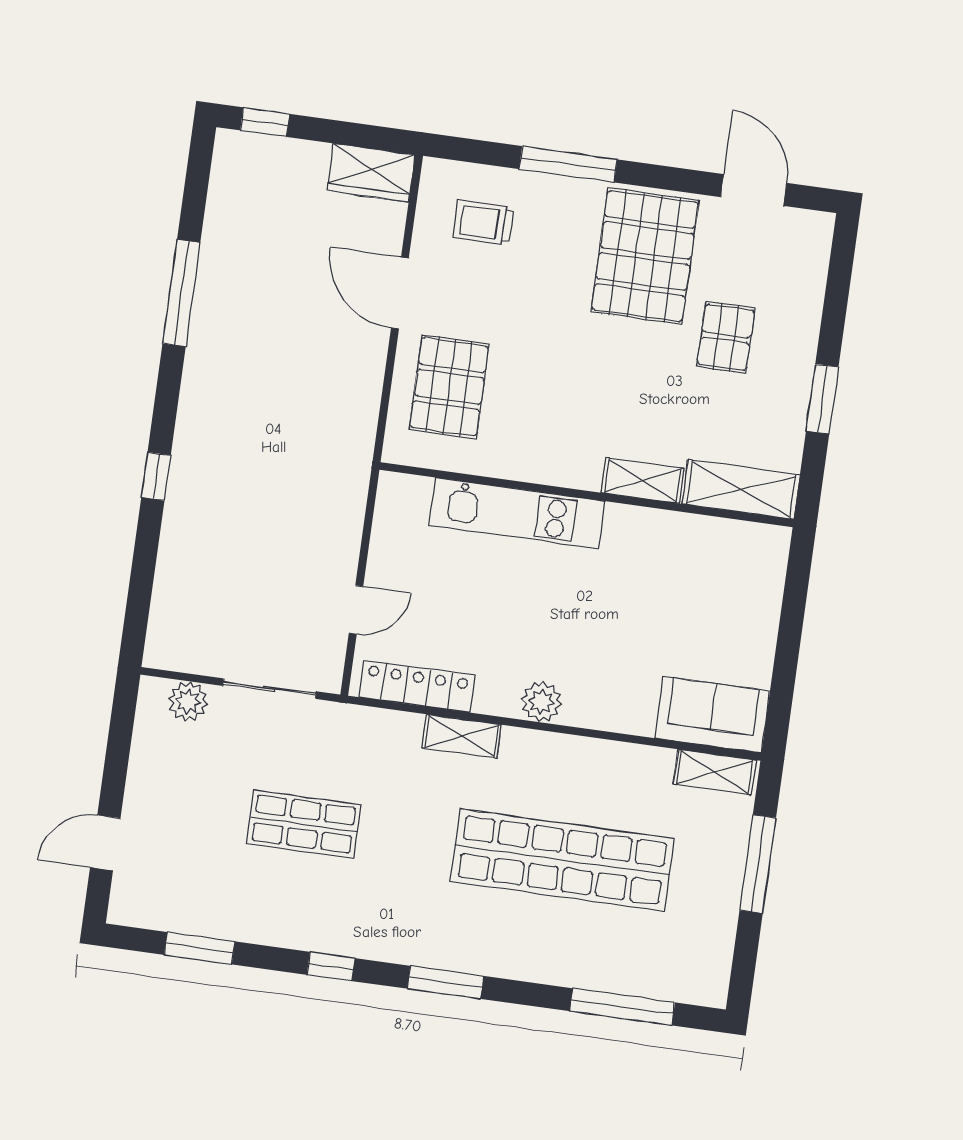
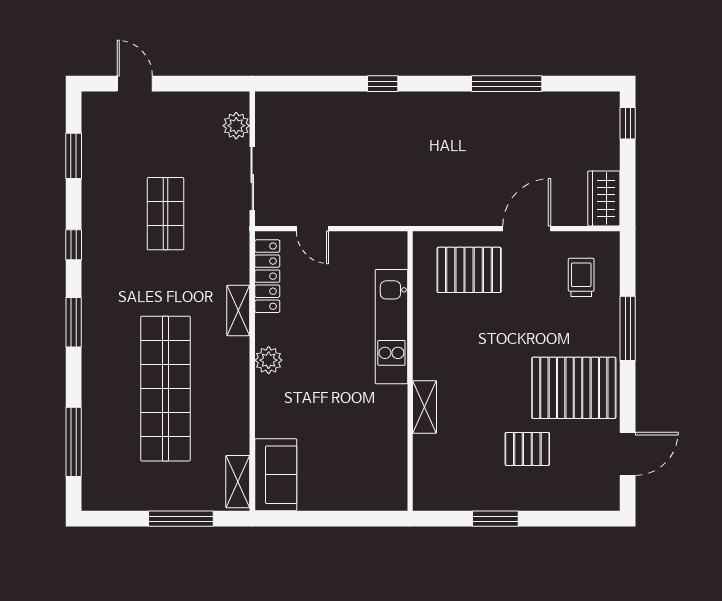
shelving: (741, 489) -> (428, 473), removed

